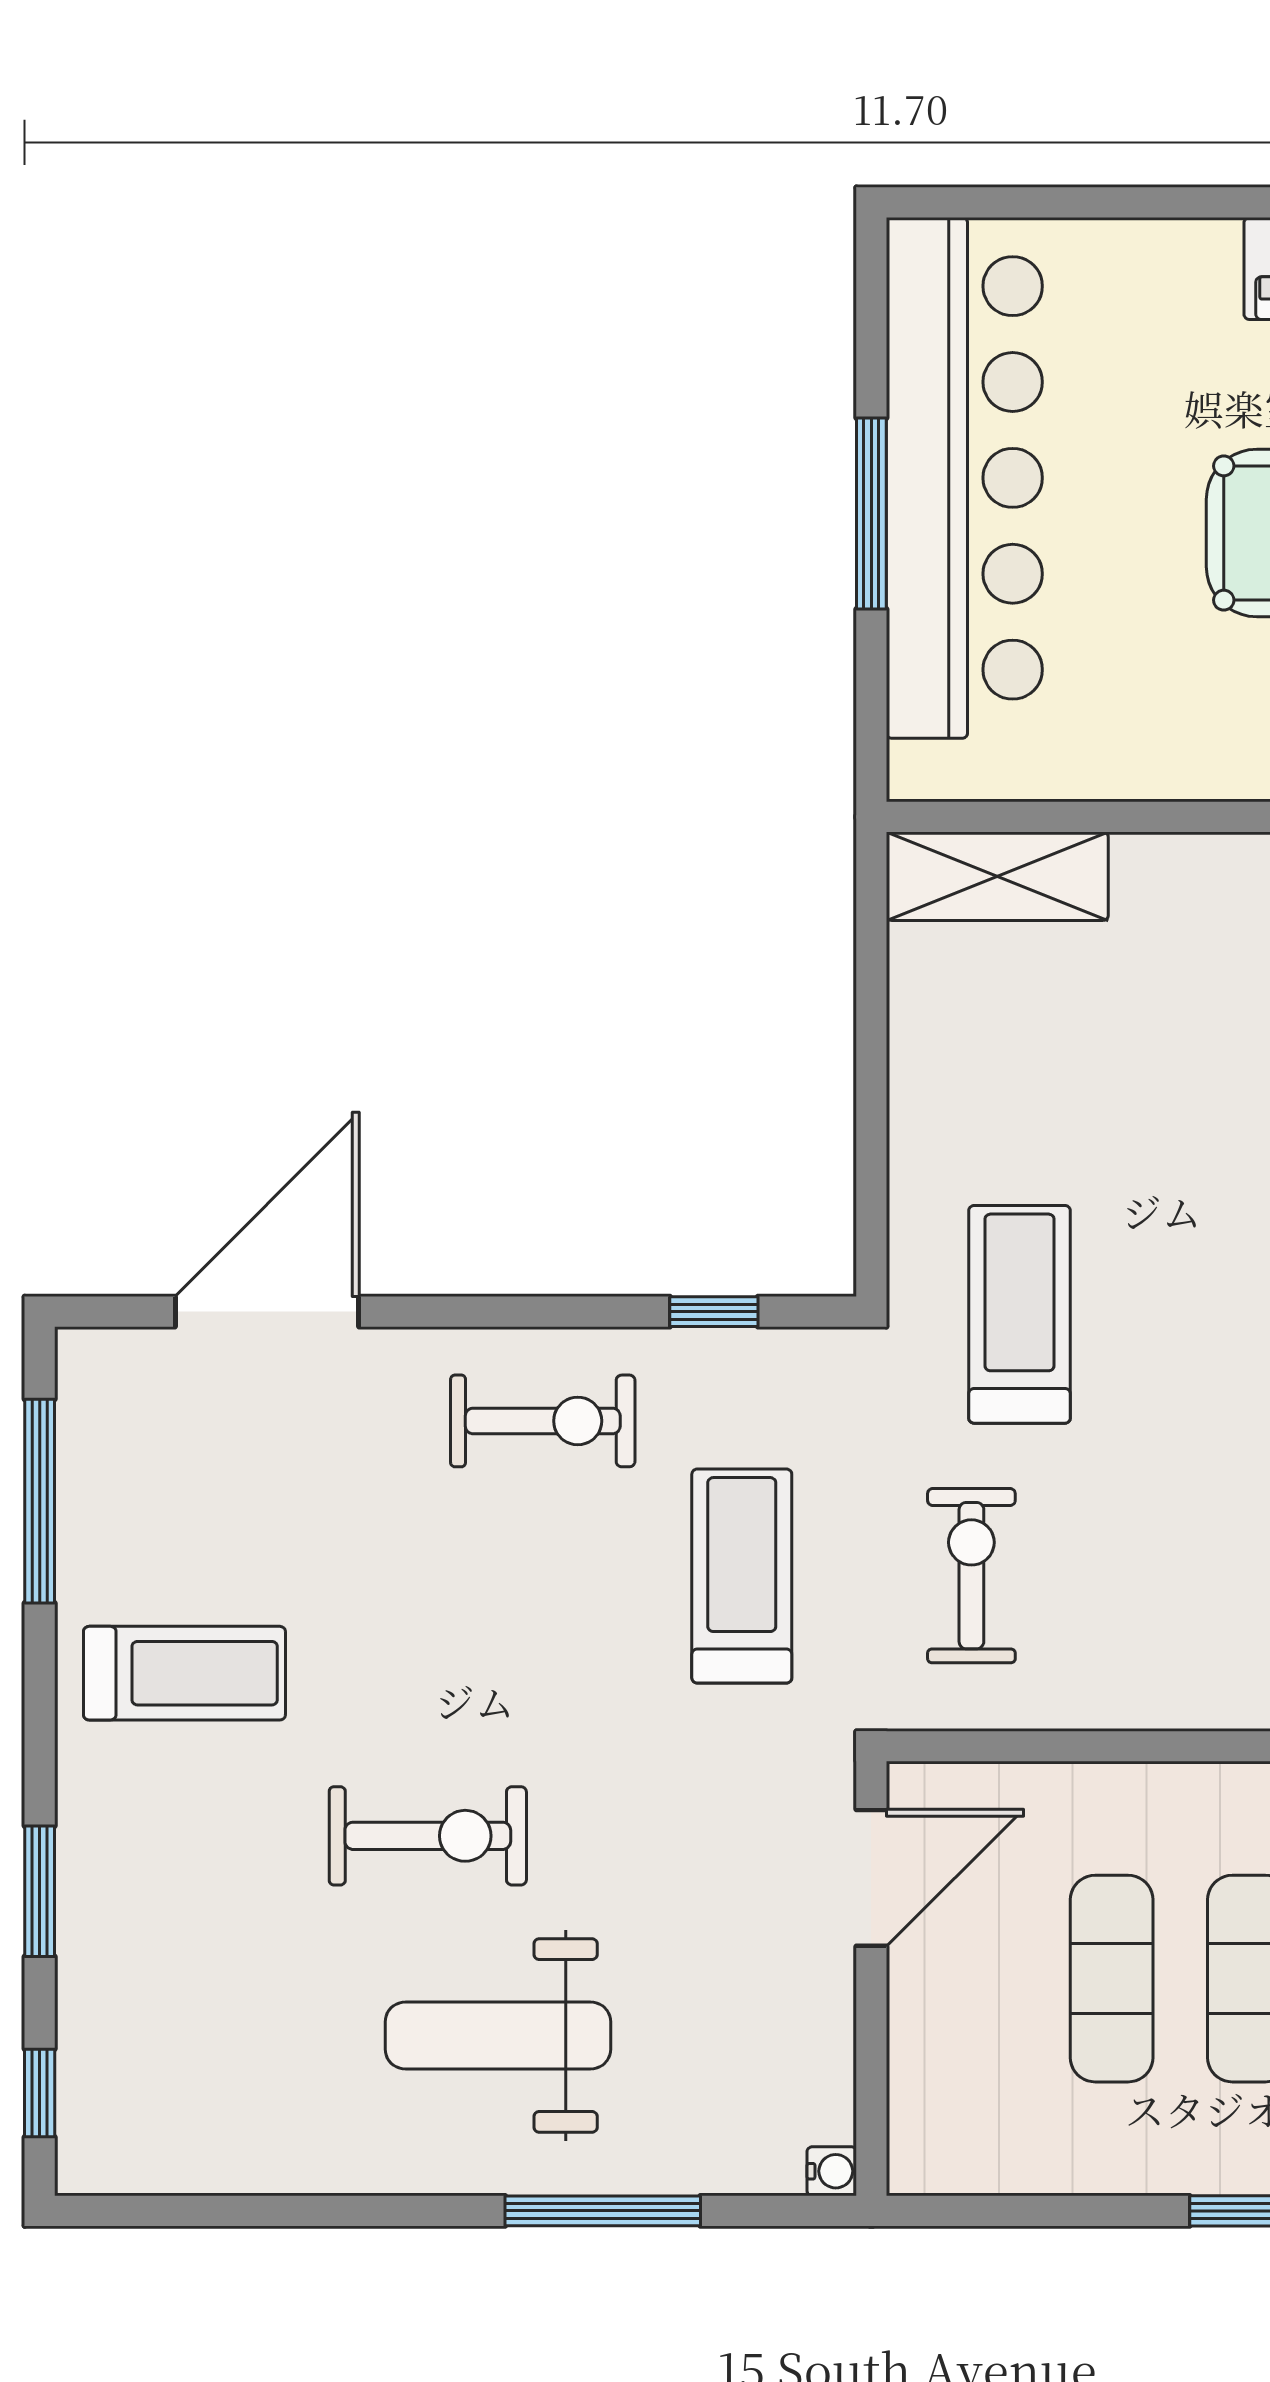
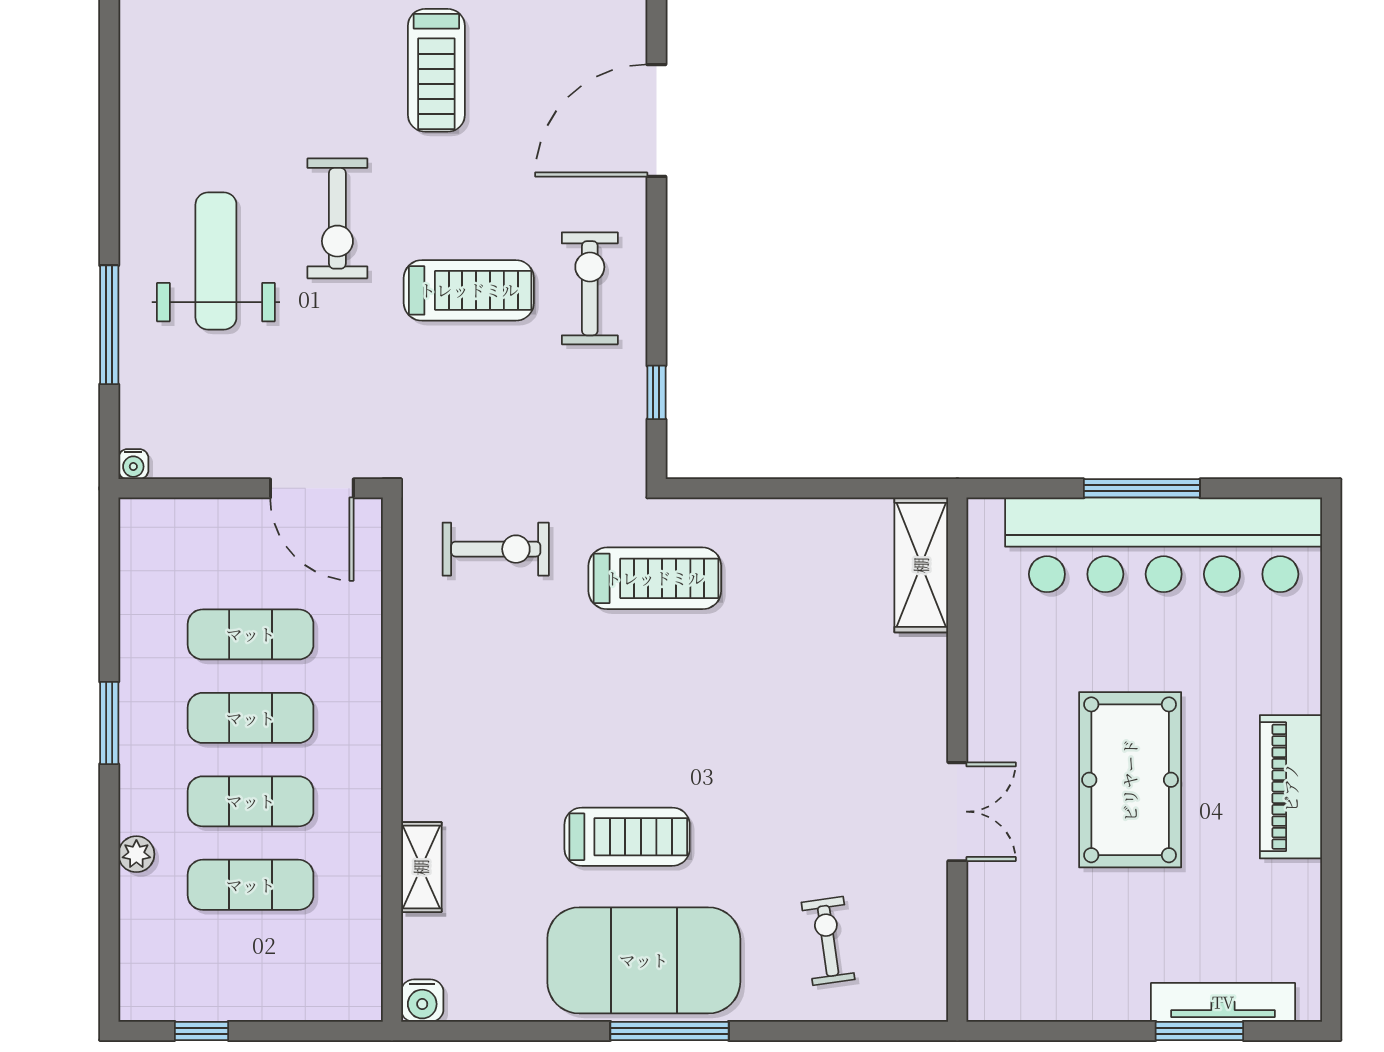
door: (267, 1312) -> (656, 120), swing flipped
exercise bike: (543, 1421) -> (590, 288), turned 180
treadmill: (742, 1576) -> (469, 290), moved

